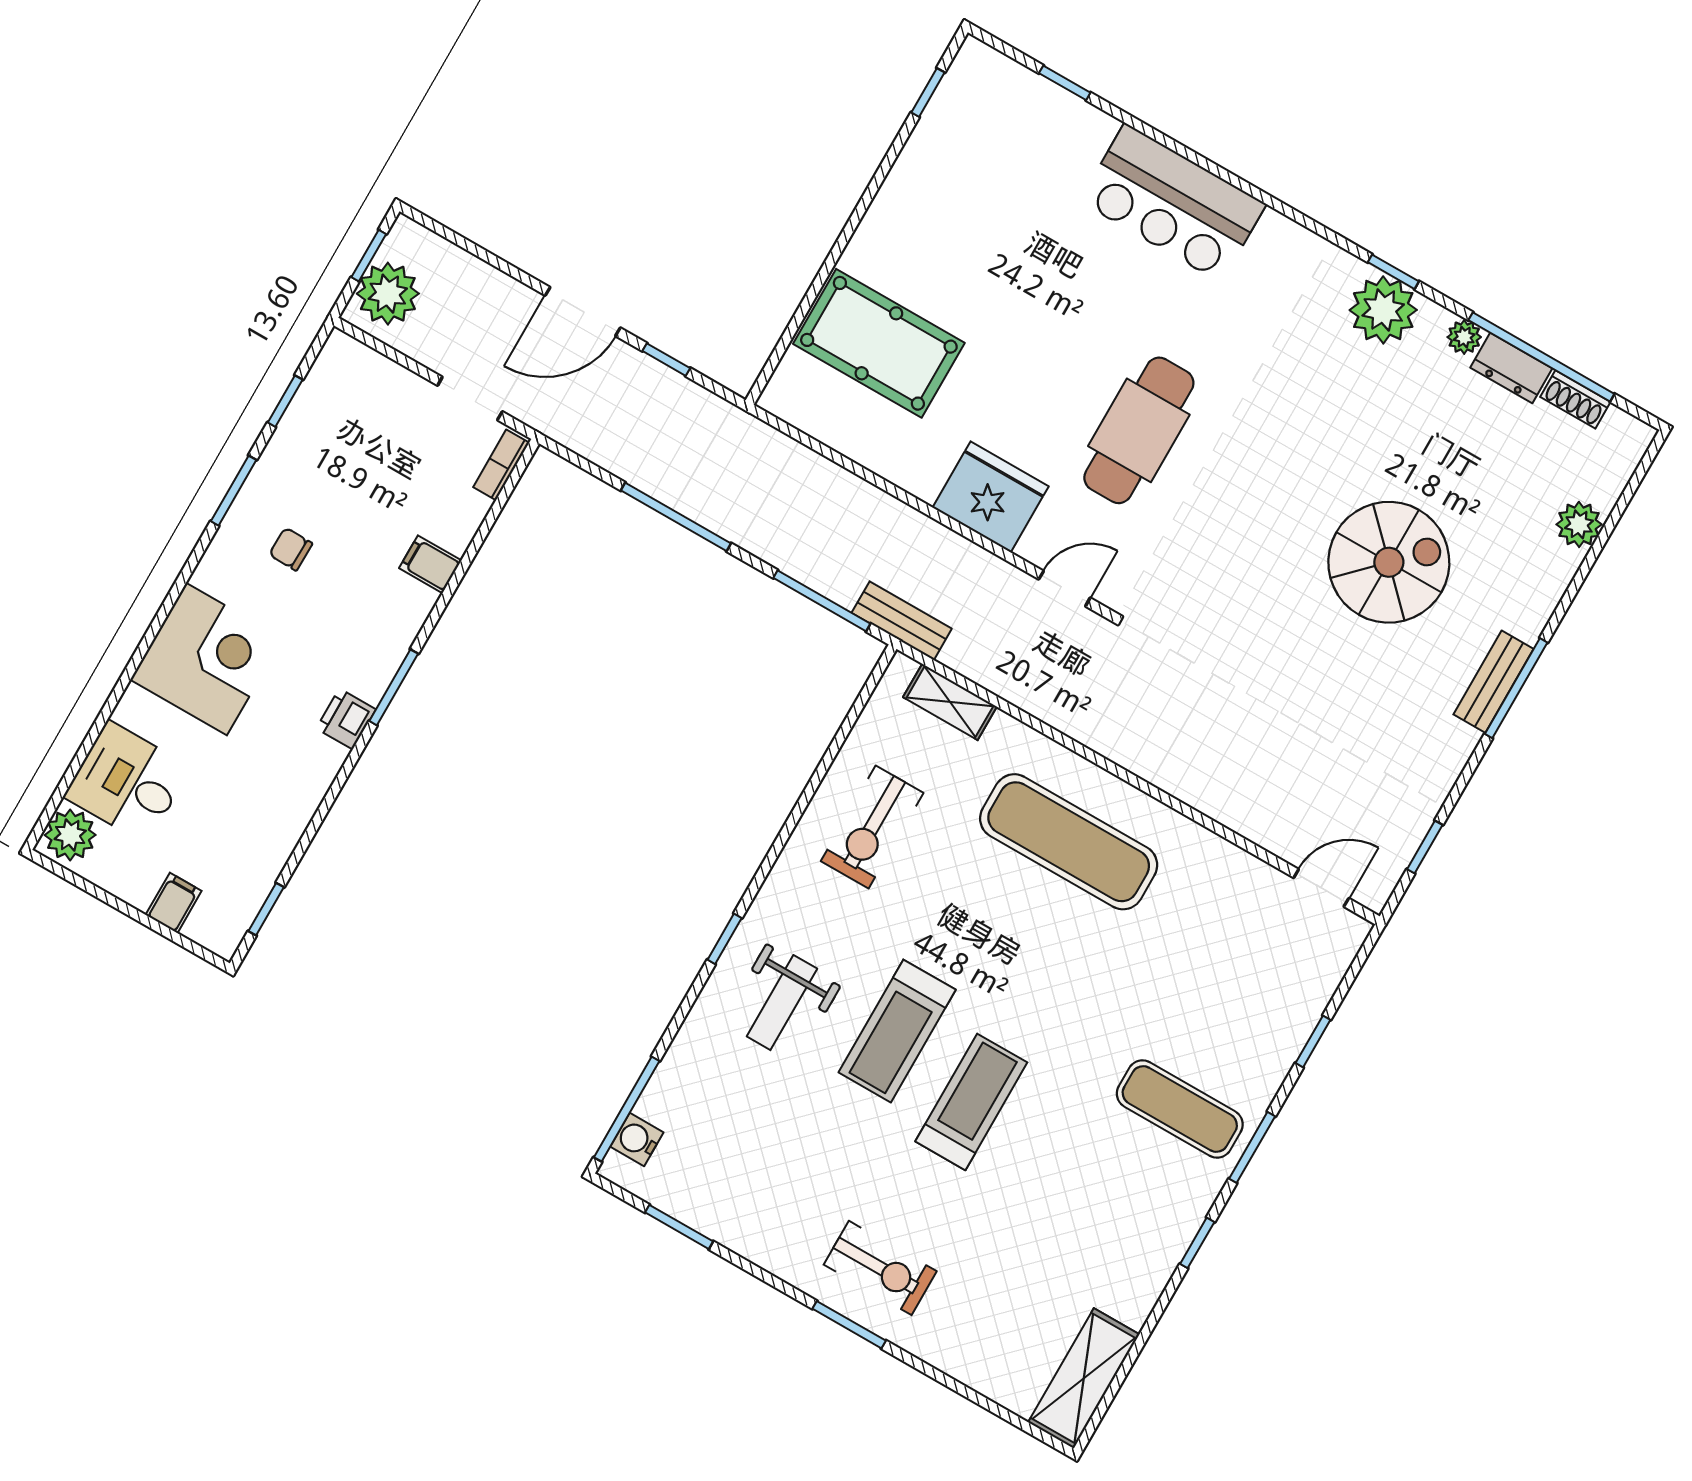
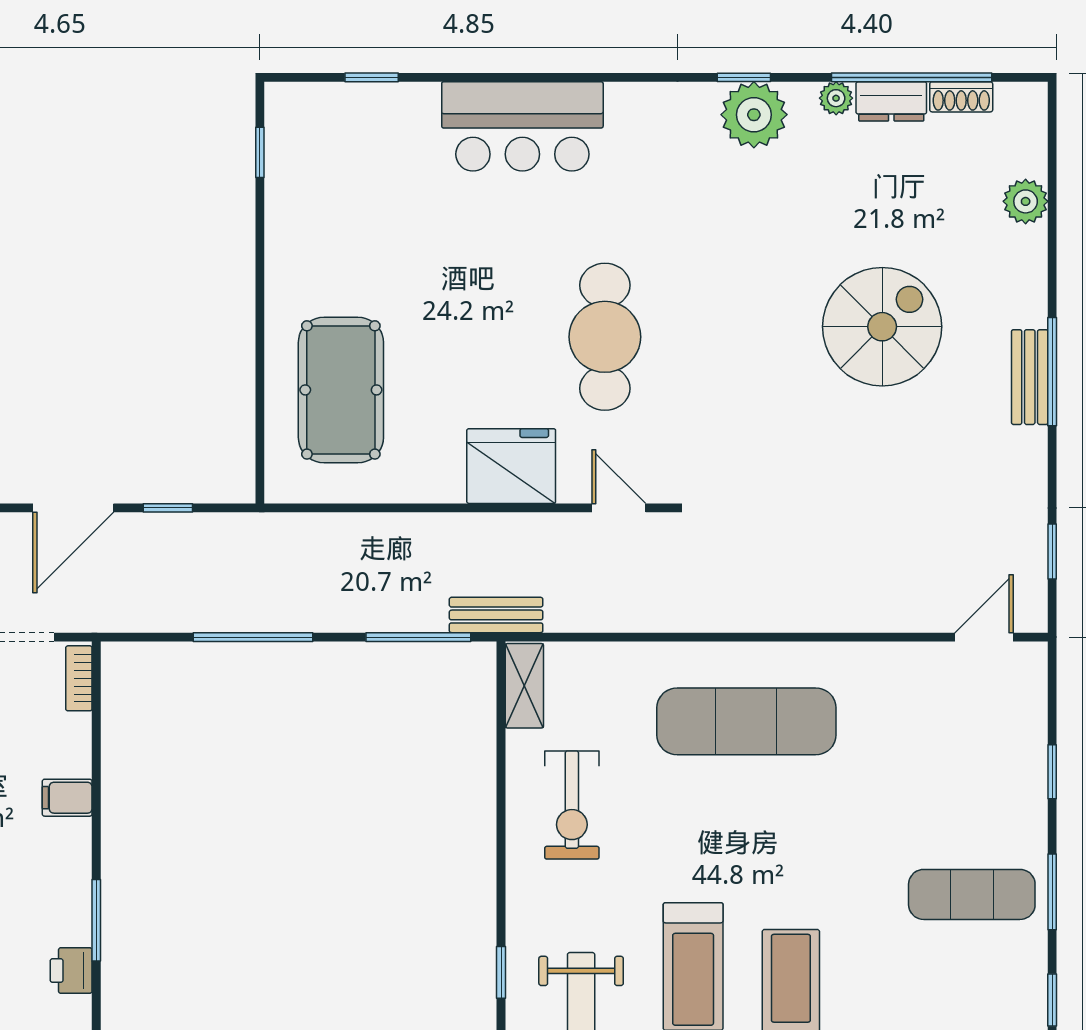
pool table: (879, 343) -> (341, 390), turned 90
door: (1064, 589) -> (619, 508), hinge flipped
shelving: (950, 702) -> (524, 686), moved, turned 90

